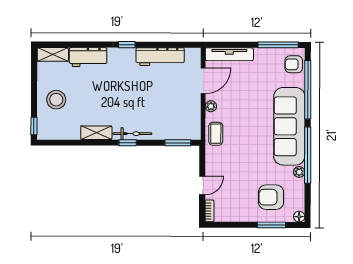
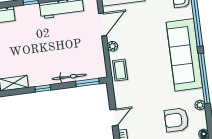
bicycle: (132, 134) -> (69, 77), moved
plant: (299, 172) -> (200, 105), moved

